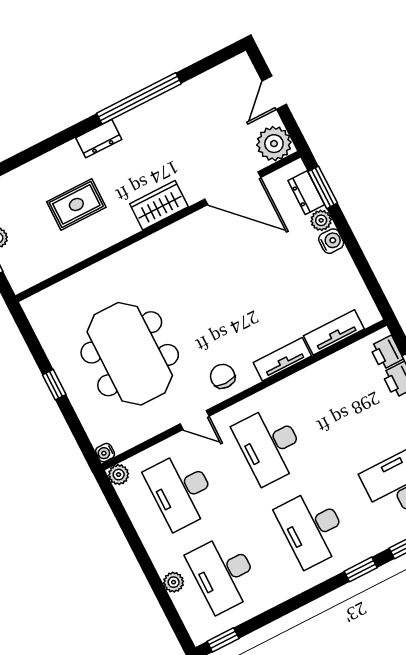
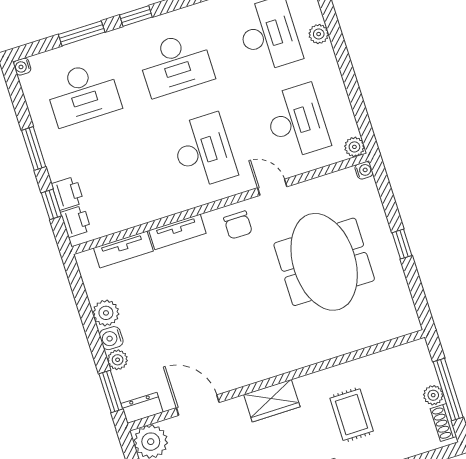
door: (233, 188) -> (198, 405), width x0.73
dresser: (306, 193) -> (142, 408), moved, turned -90
rug: (76, 204) -> (352, 415), turned 90
plant: (341, 266) -> (106, 313), added
desk: (312, 528) -> (176, 64), turned 90

